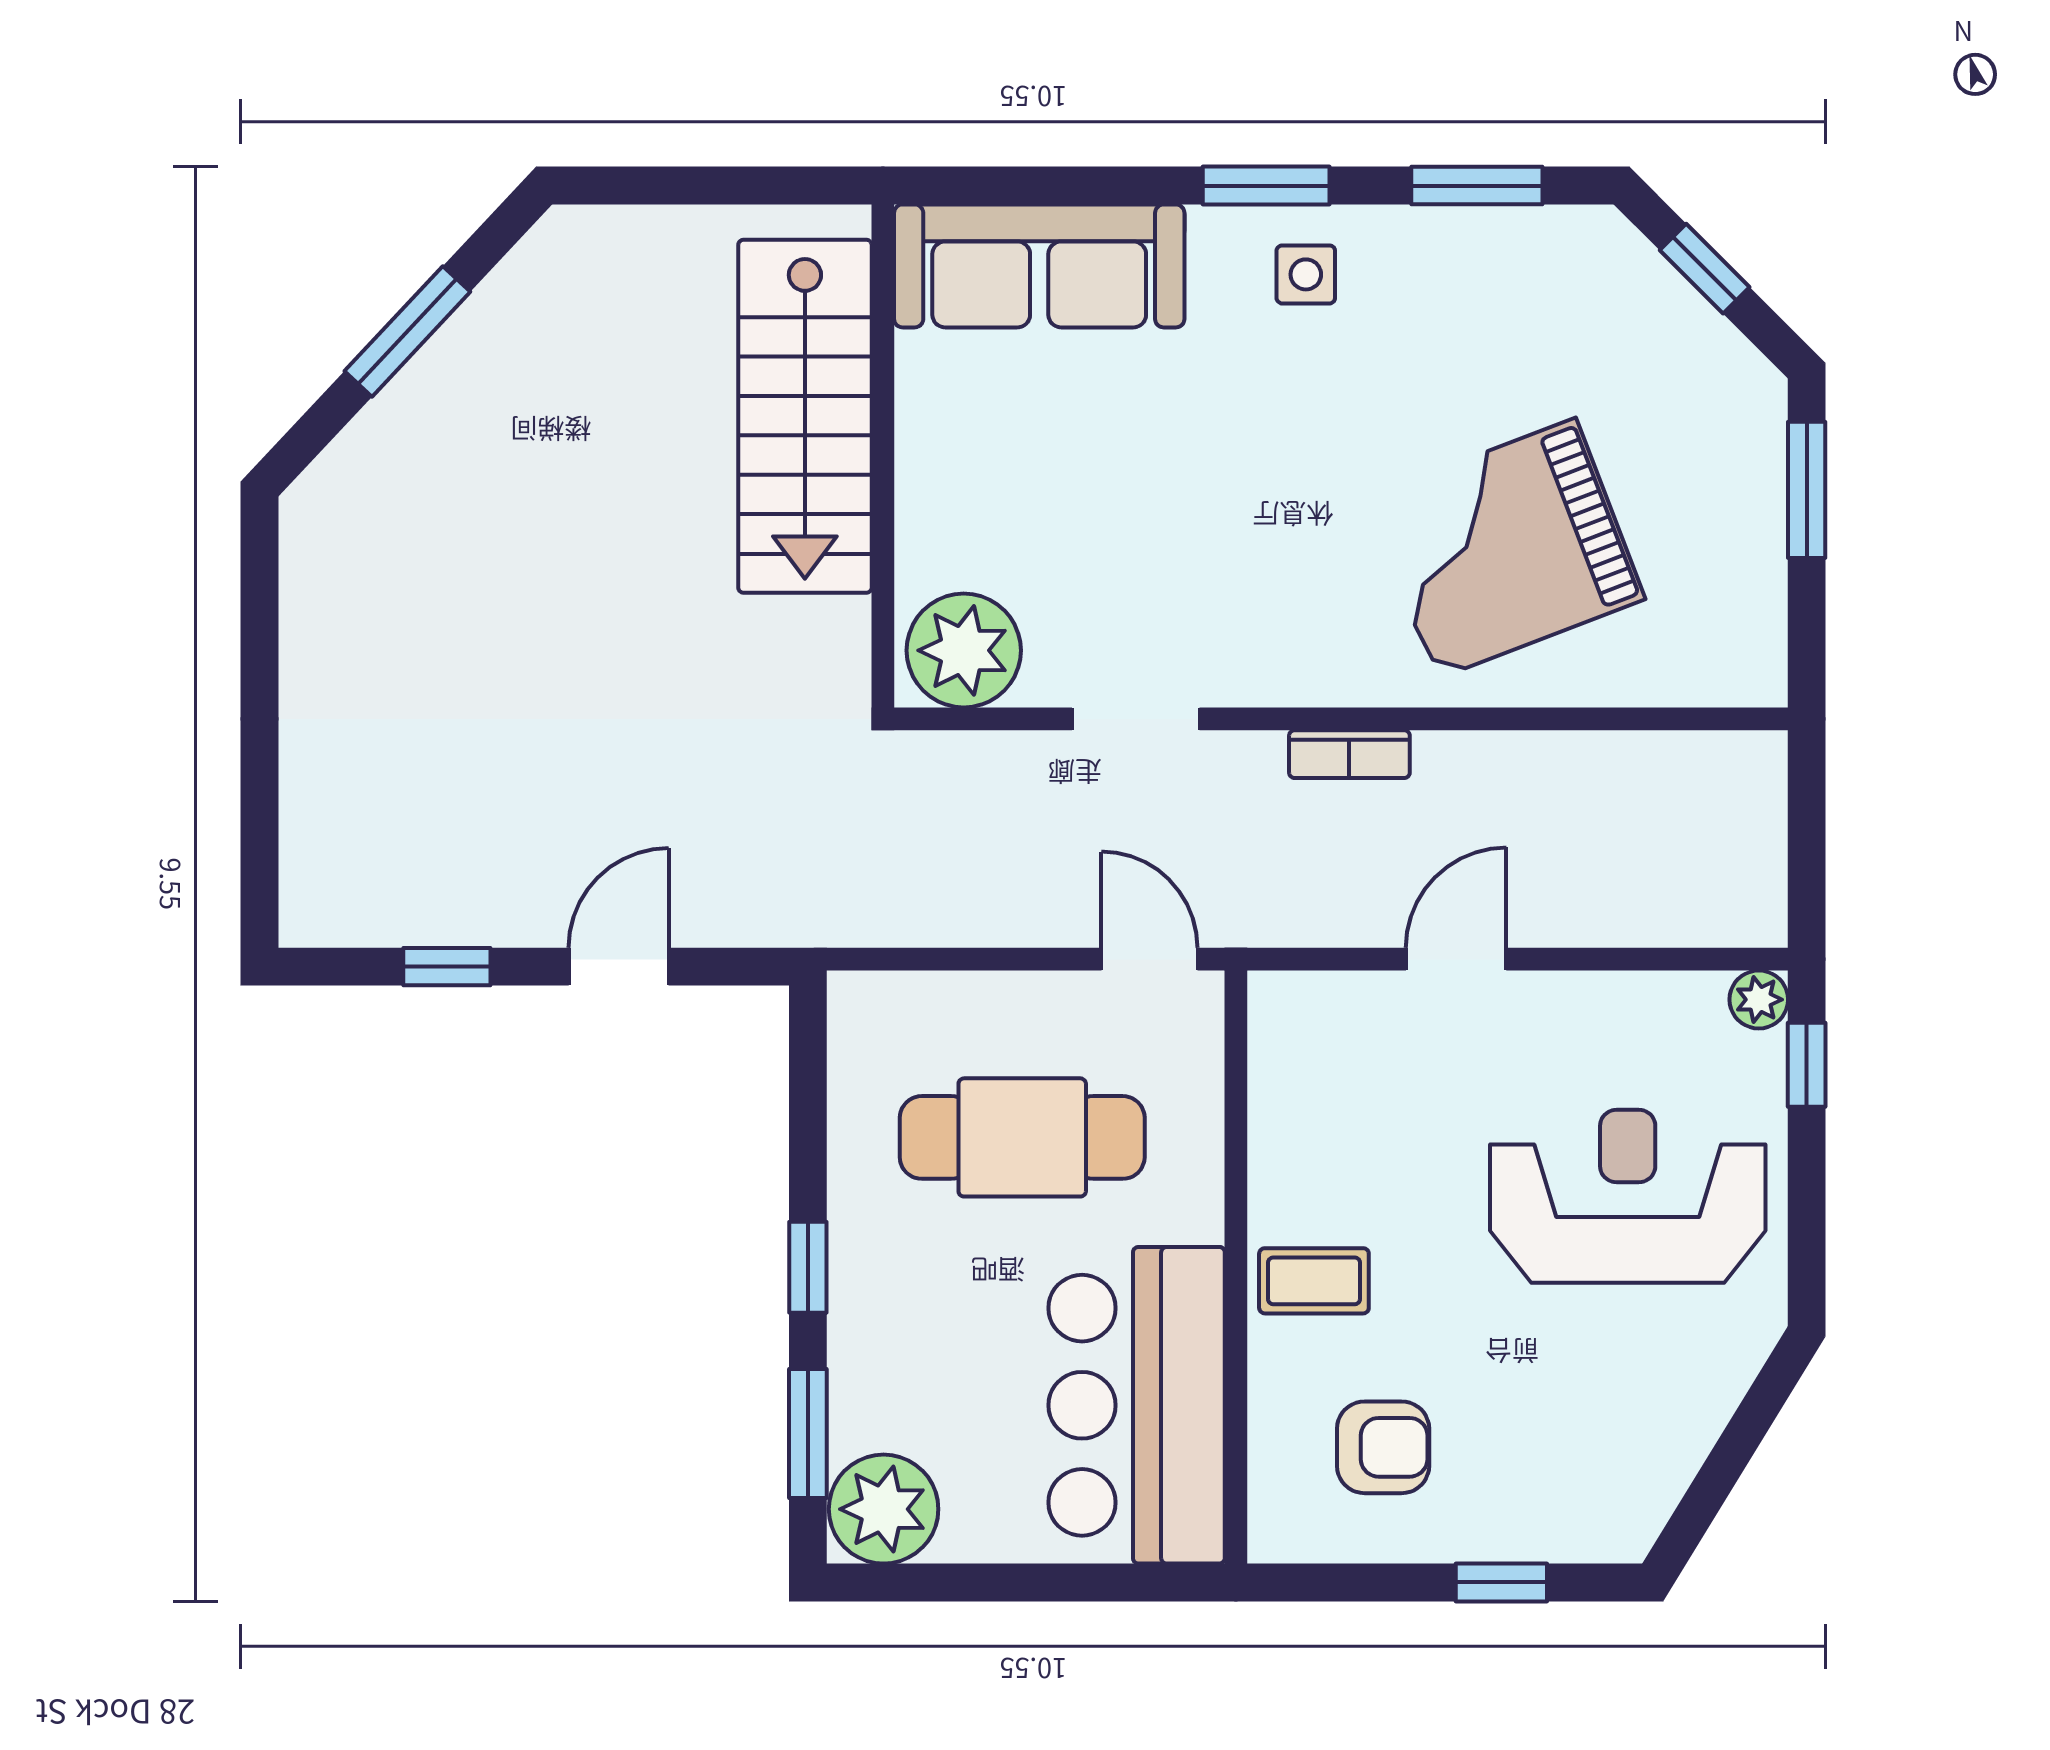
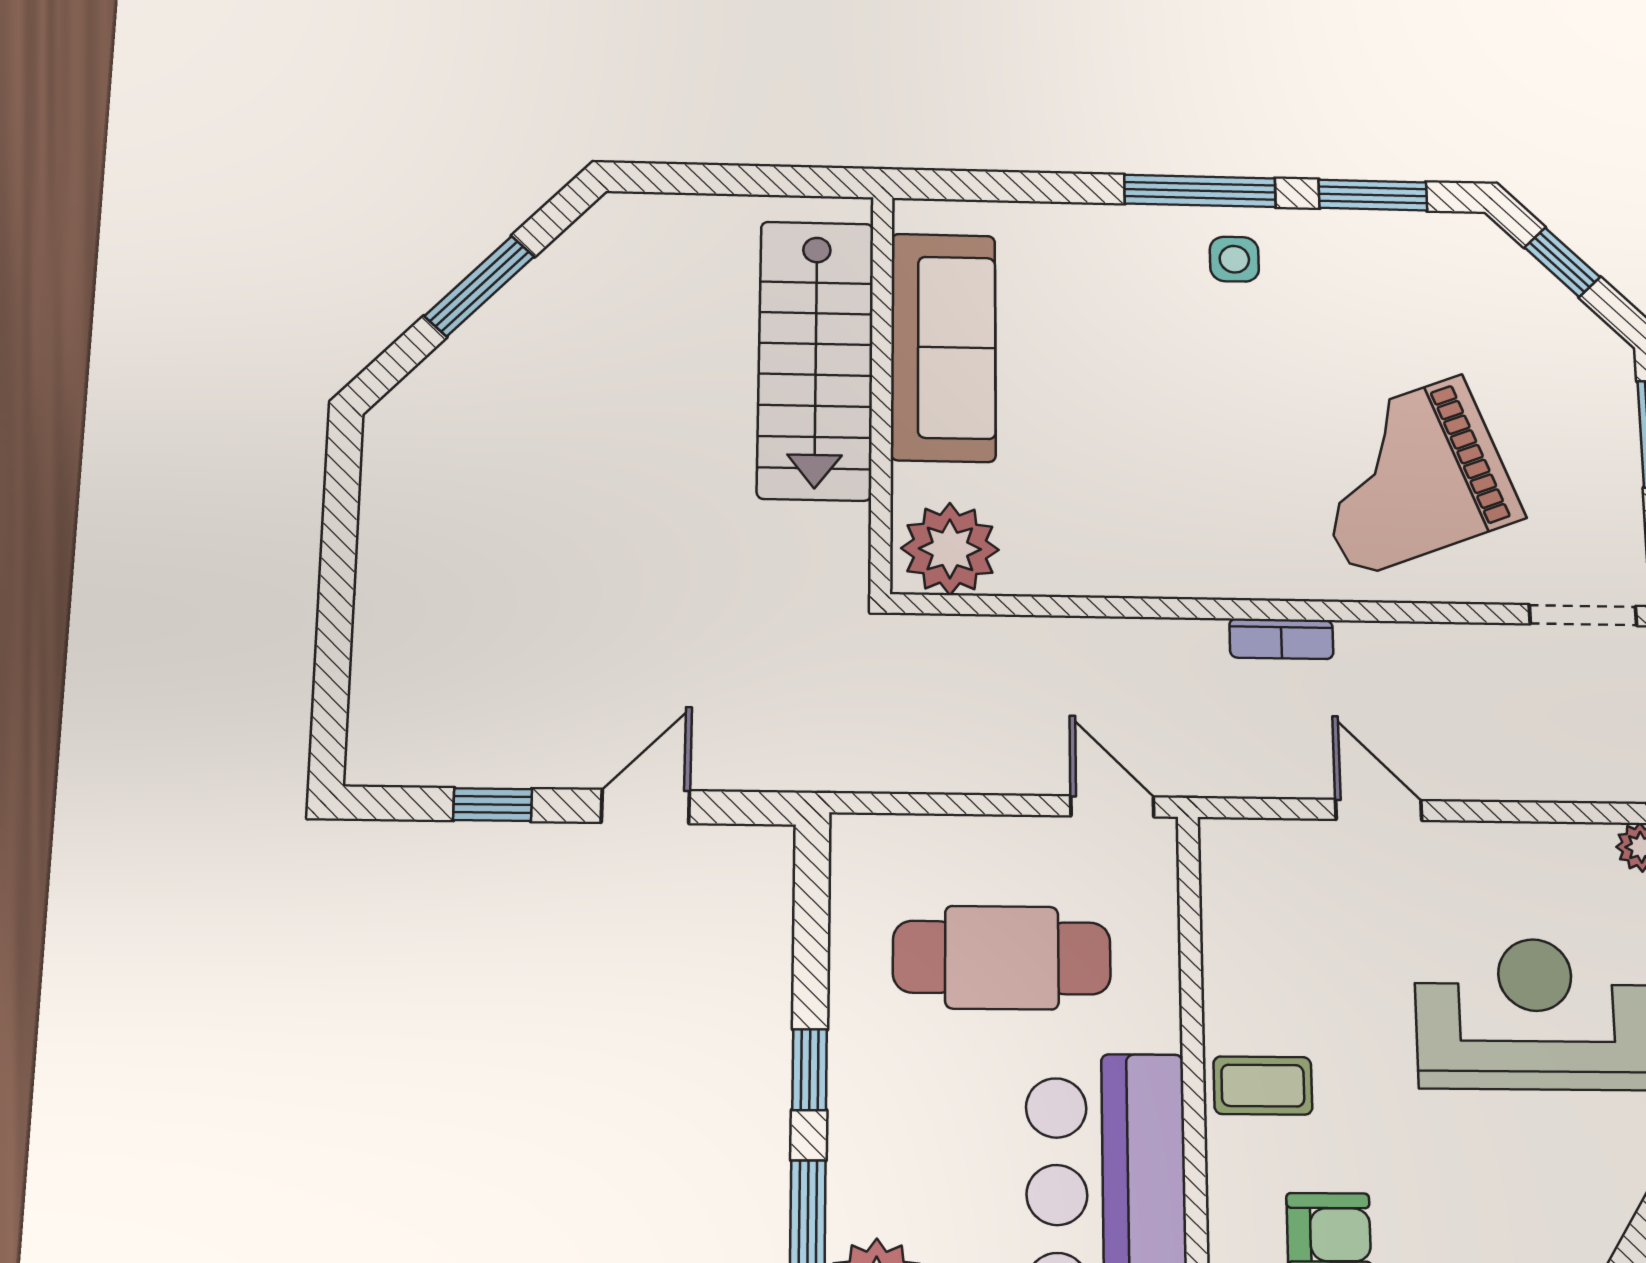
window: (1266, 186) -> (1200, 191), width x1.44
sofa: (1039, 266) -> (943, 347), moved, turned -90
doorway: (1136, 719) -> (1583, 615), moved
door: (1456, 959) -> (1379, 810), hinge flipped

